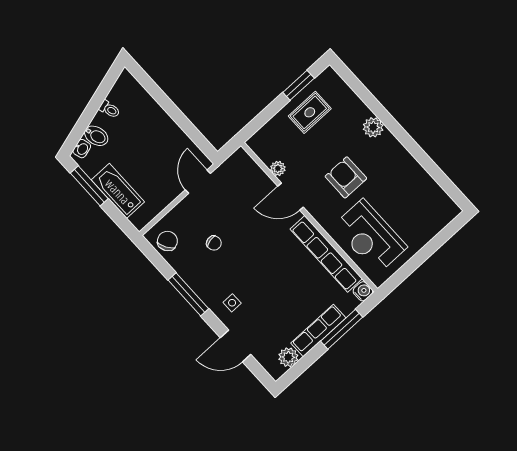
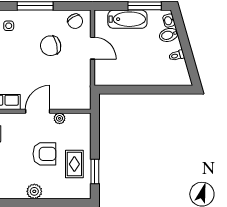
armchair: (346, 177) -> (44, 154), moved
door: (198, 182) -> (92, 48), moved
chair: (214, 243) -> (51, 46), width x1.87, depth x1.87

